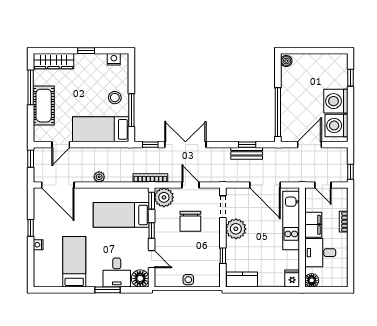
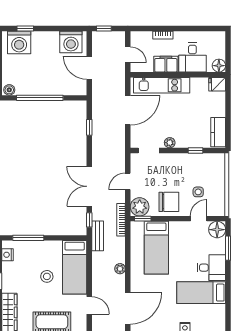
stool: (115, 98) -> (47, 276), moved
washing machine: (336, 101) -> (19, 42), moved
window: (131, 110) -> (28, 238), moved
window: (278, 112) -> (40, 98), moved
bench: (247, 153) -> (98, 236), moved
window: (351, 172) -> (104, 28), moved
door: (323, 185) -> (128, 55), hinge flipped
chair: (190, 221) -> (169, 202), moved
plant: (236, 229) -> (170, 143), width x0.53, depth x0.53
window: (152, 231) -> (171, 219), removed
desk: (117, 273) -> (211, 268), moved
side table: (188, 280) -> (198, 192), moved
window: (108, 290) -> (228, 248), moved

